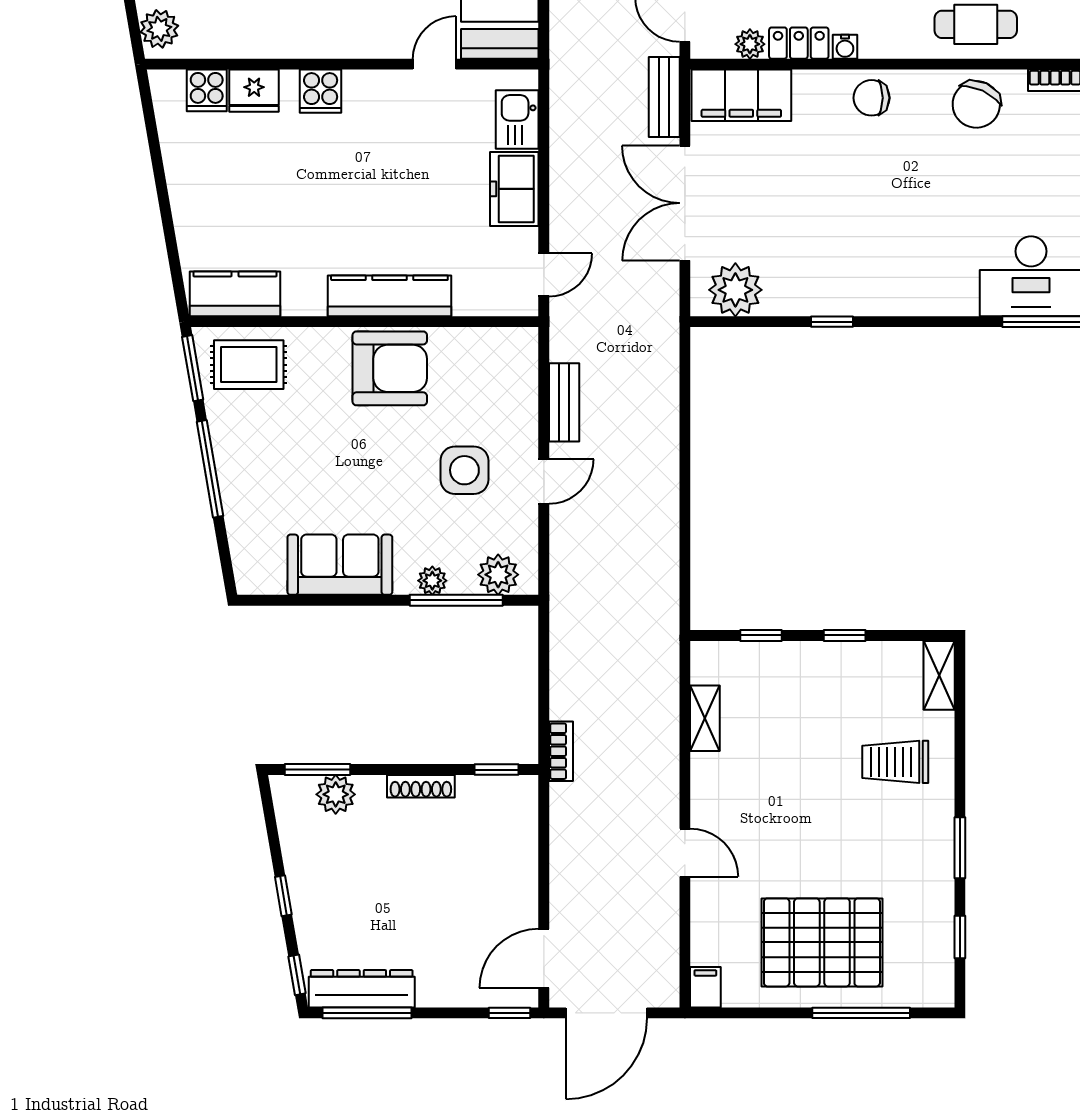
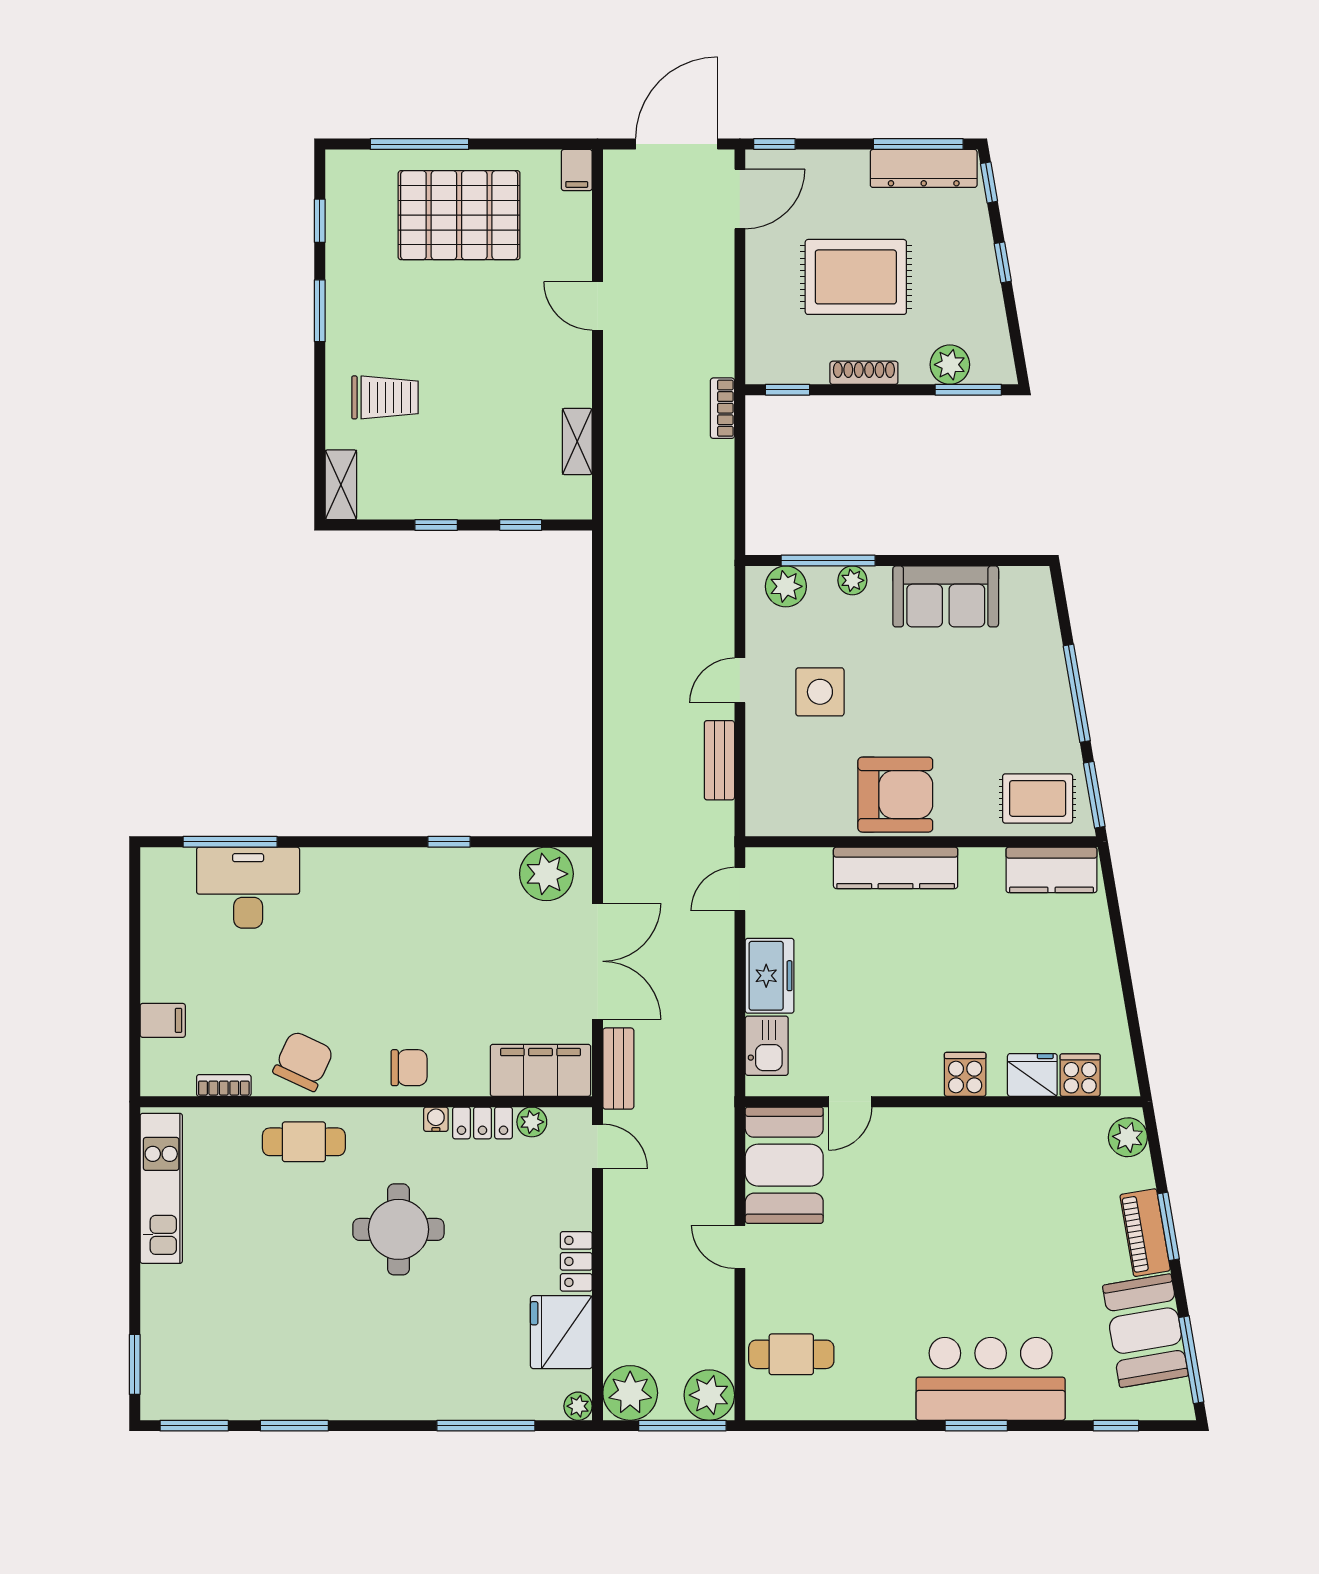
armchair: (390, 368) -> (895, 795), turned 180
rug: (429, 881) -> (856, 277), added

